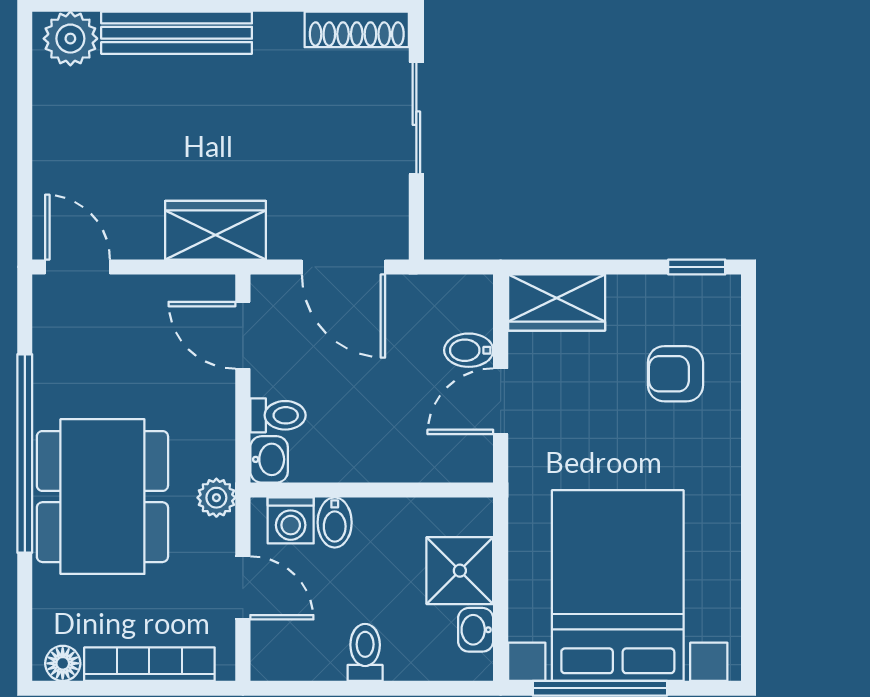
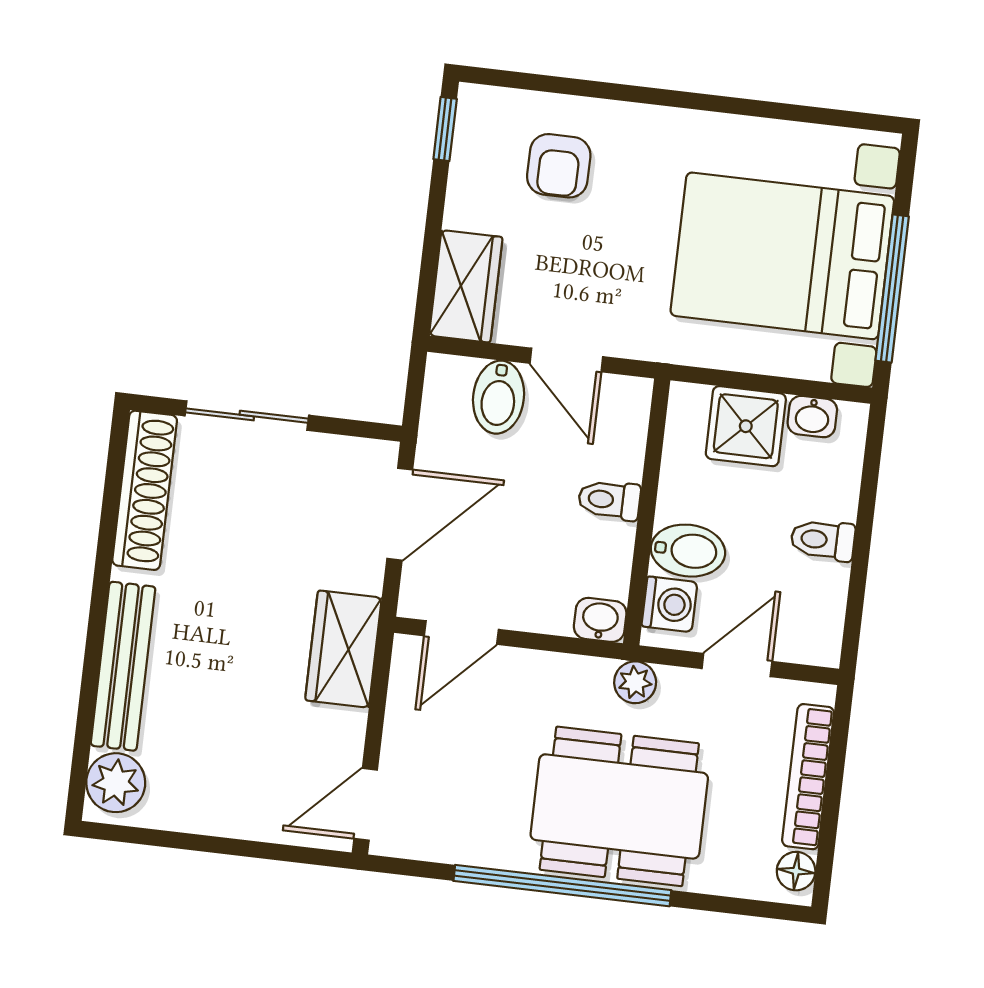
shoe rack: (357, 29) -> (145, 490), width x1.36, depth x1.24
bidet: (469, 350) -> (499, 397), width x1.38, depth x1.36
toilet: (278, 415) -> (609, 500), moved, turned -90
bidet: (335, 522) -> (688, 551), width x1.38, depth x1.36

